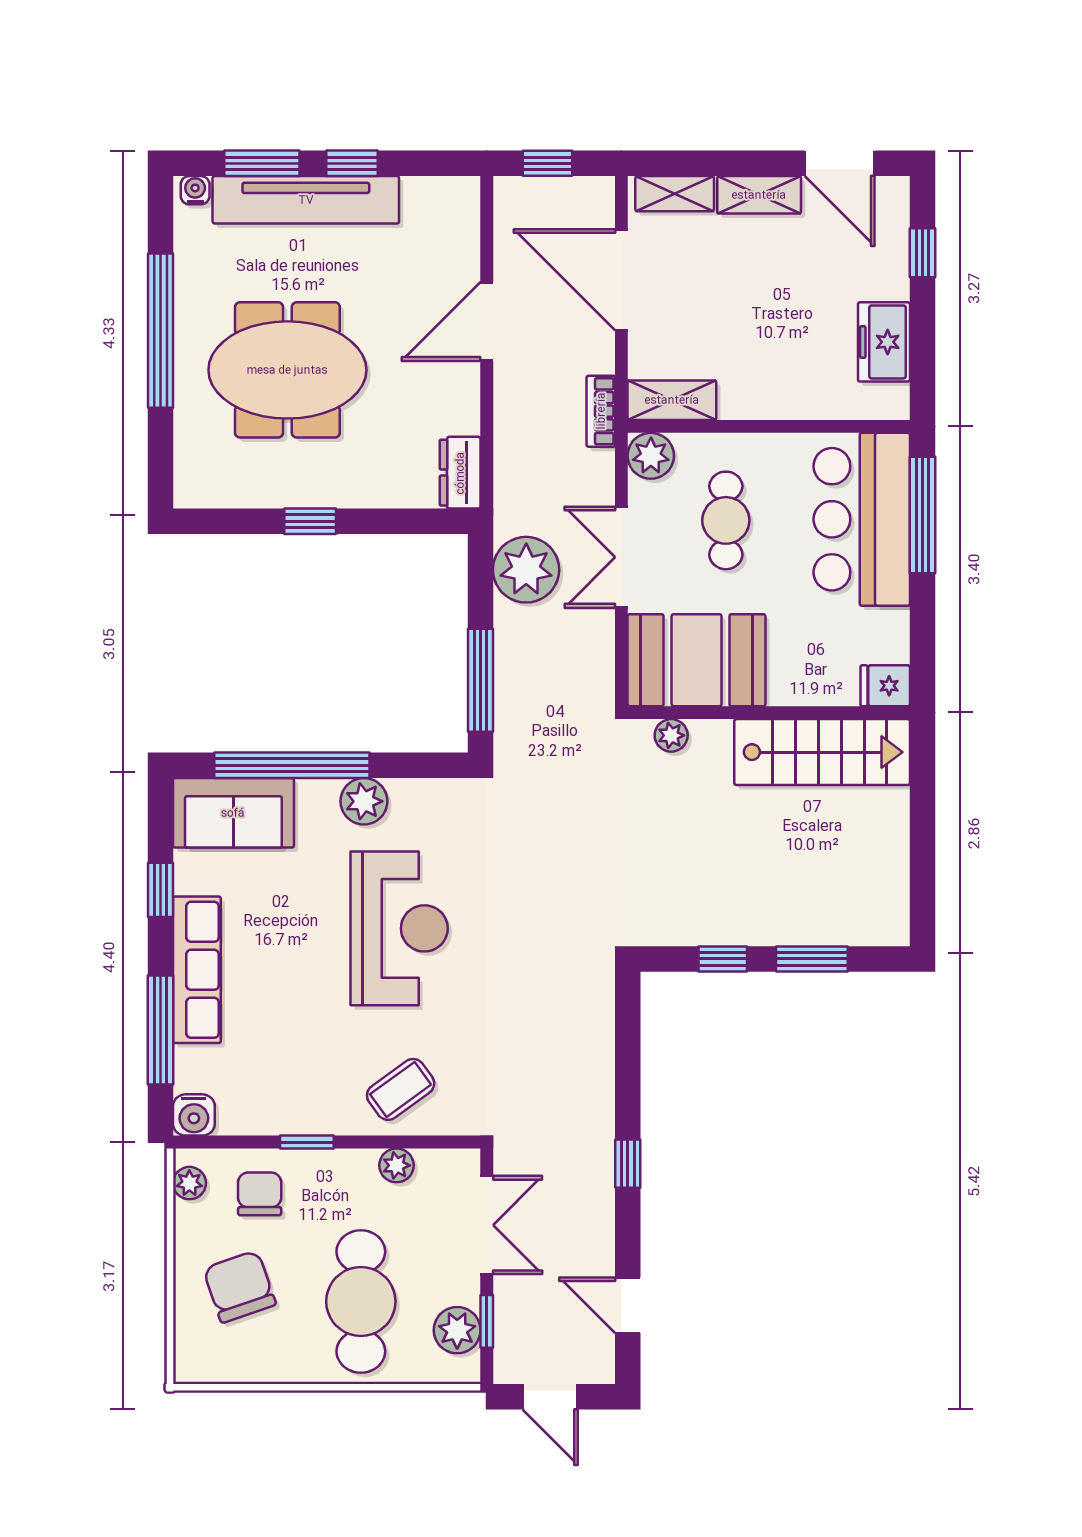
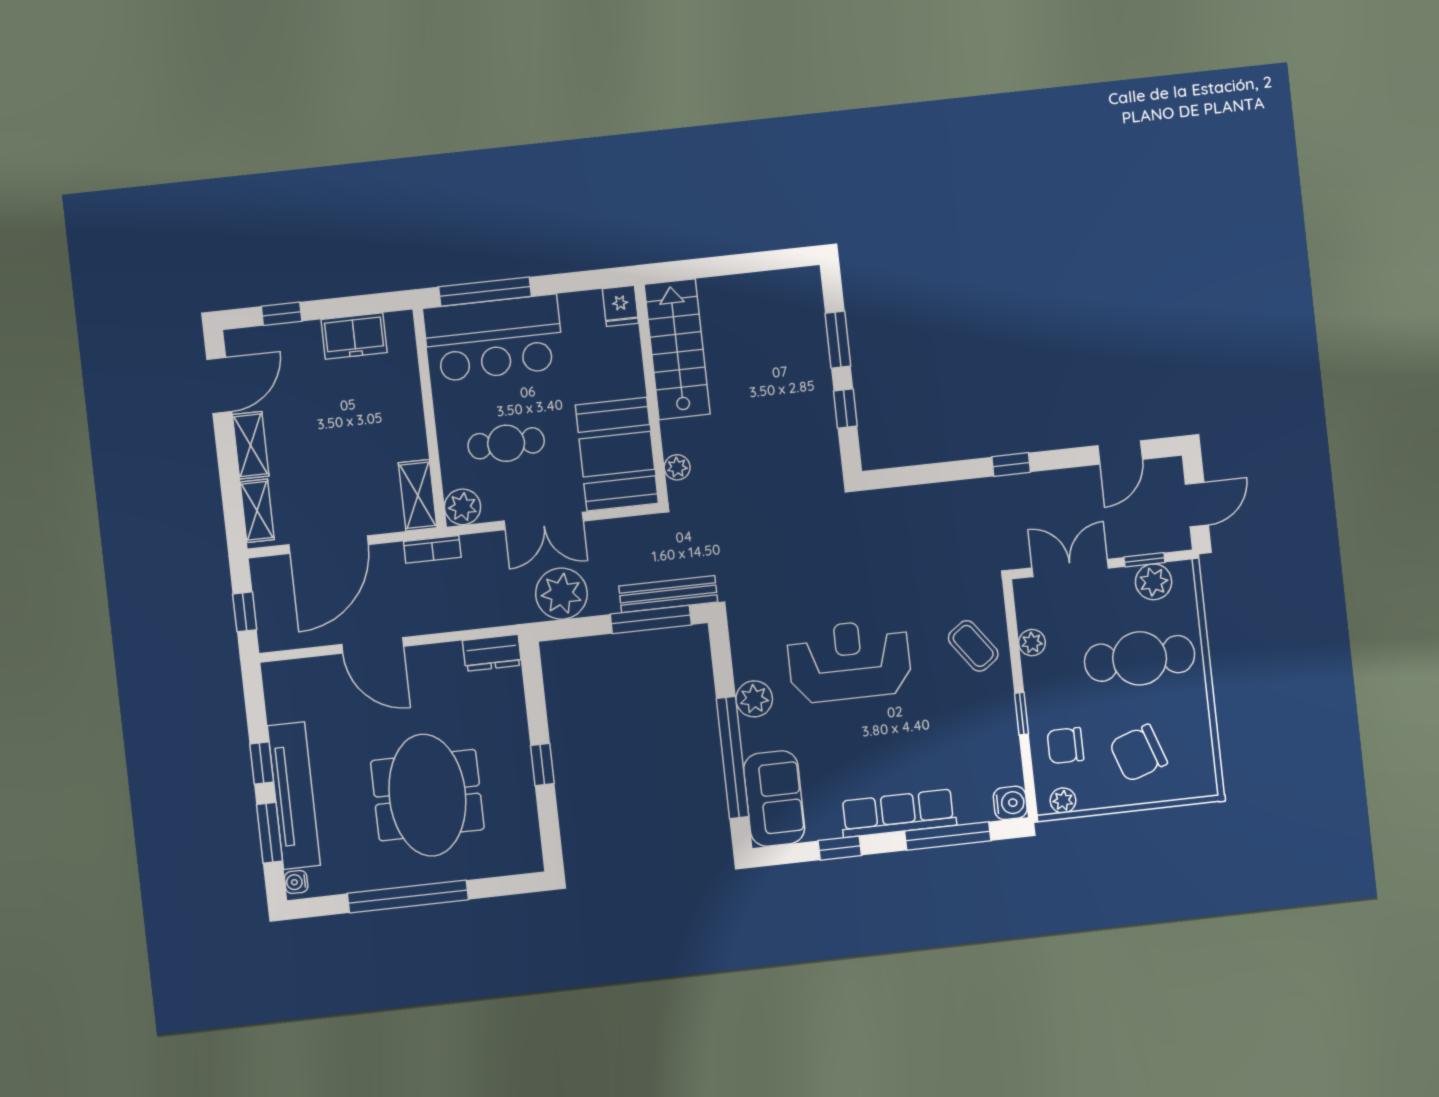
bench: (510, 706) -> (668, 594), added

